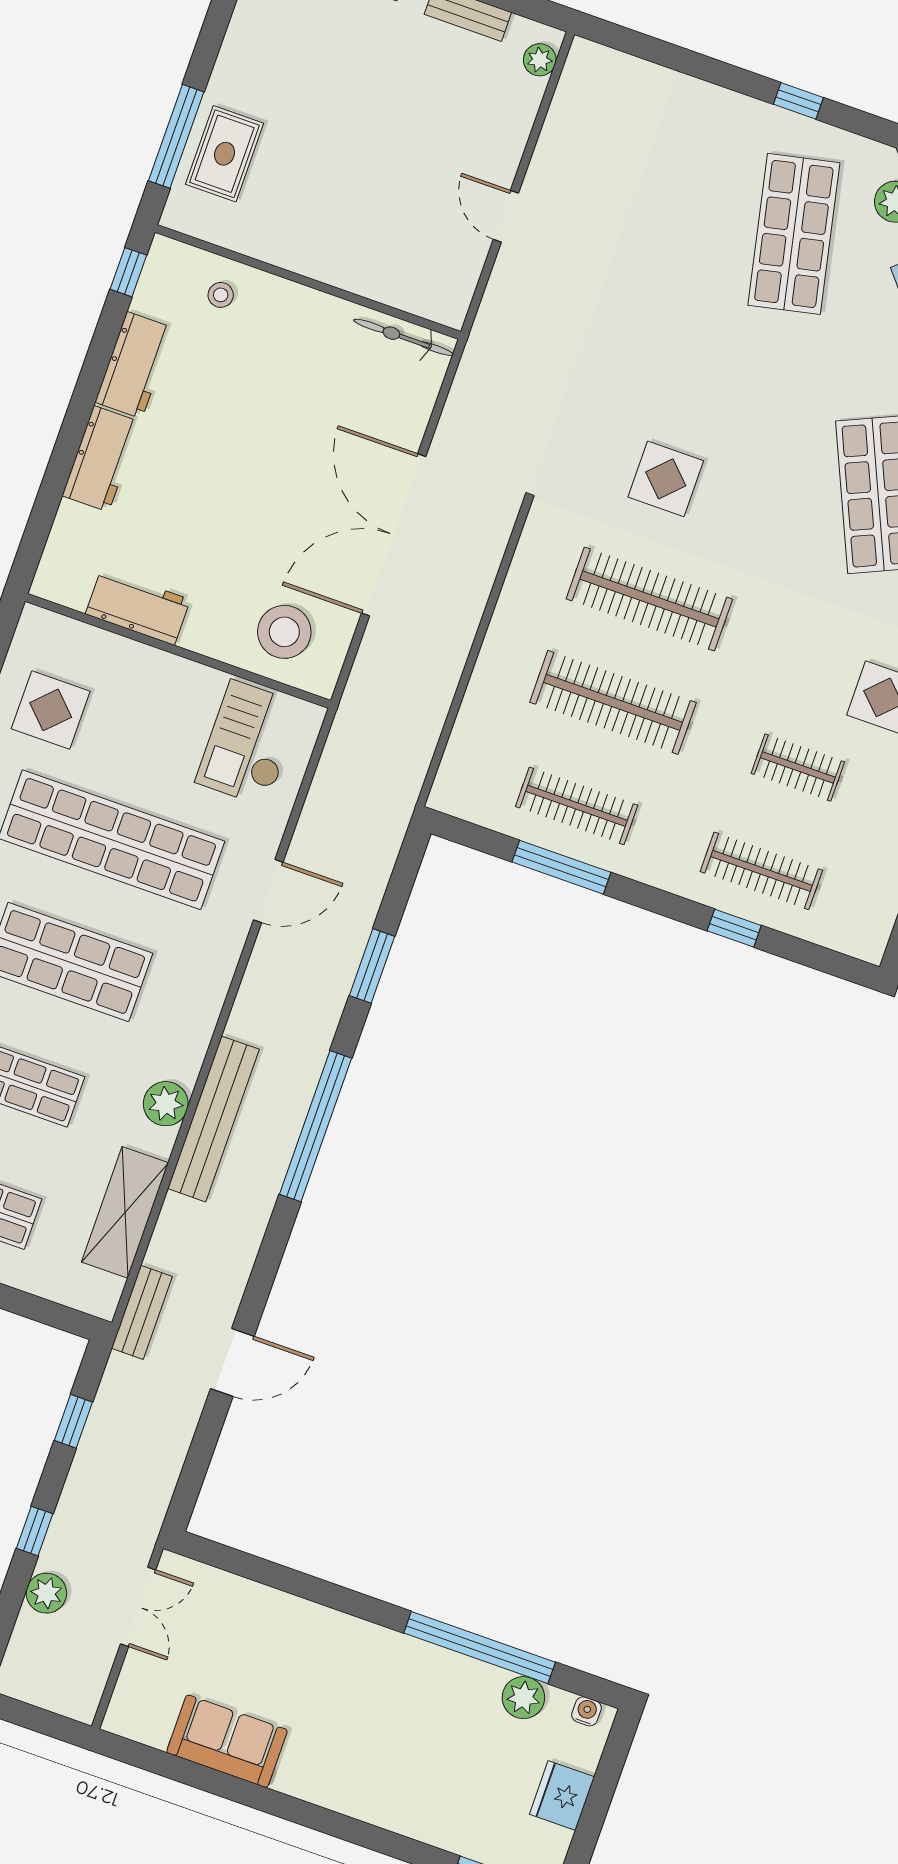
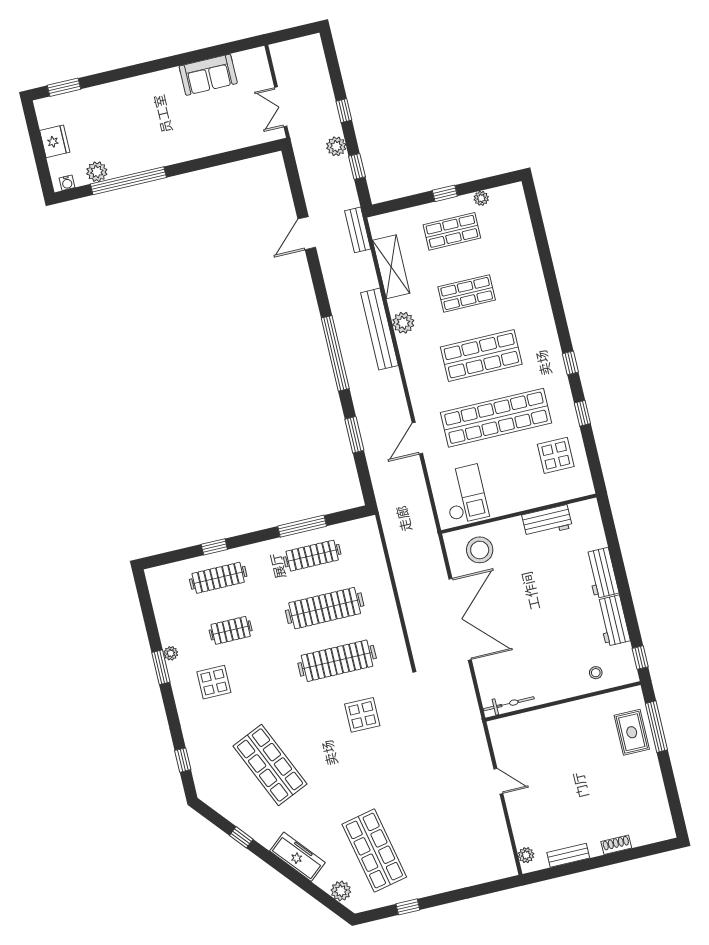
plant: (46, 1593) -> (336, 146), moved

